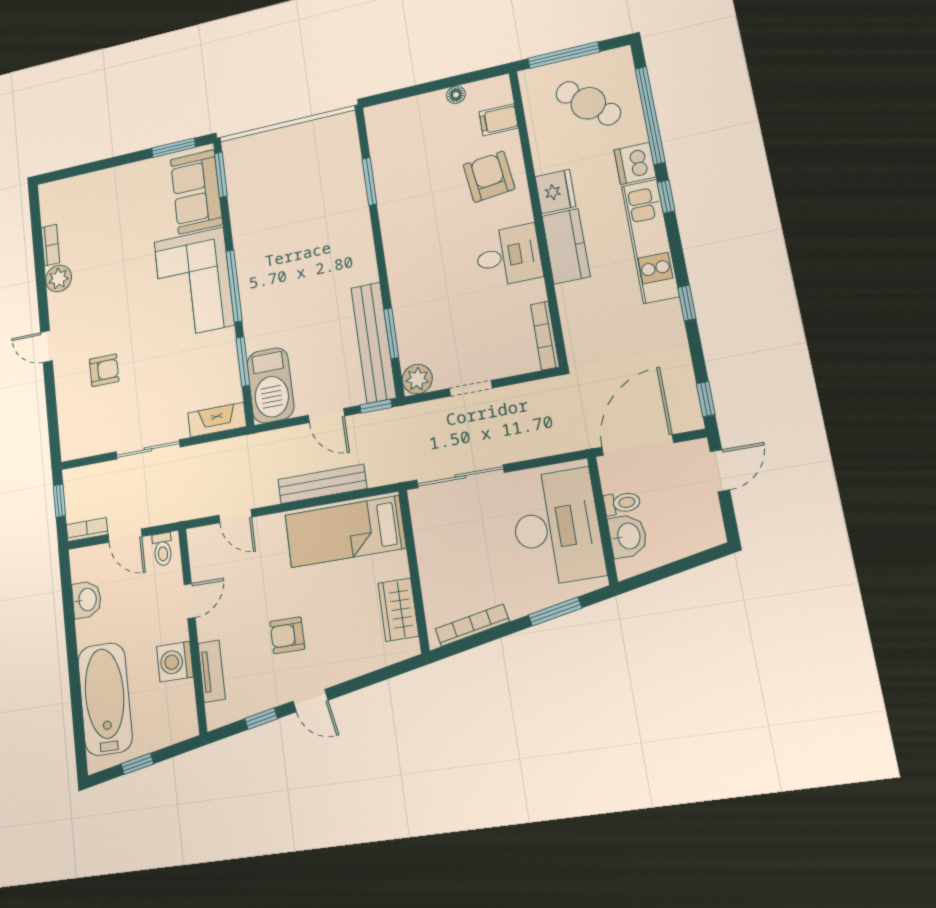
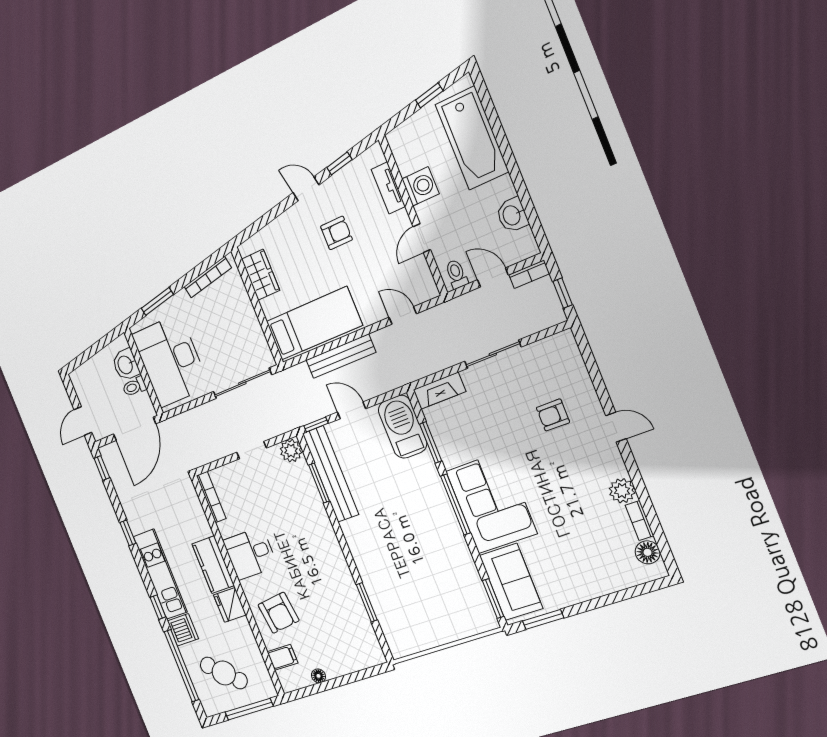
floor lamp: (52, 211) -> (648, 552), added

